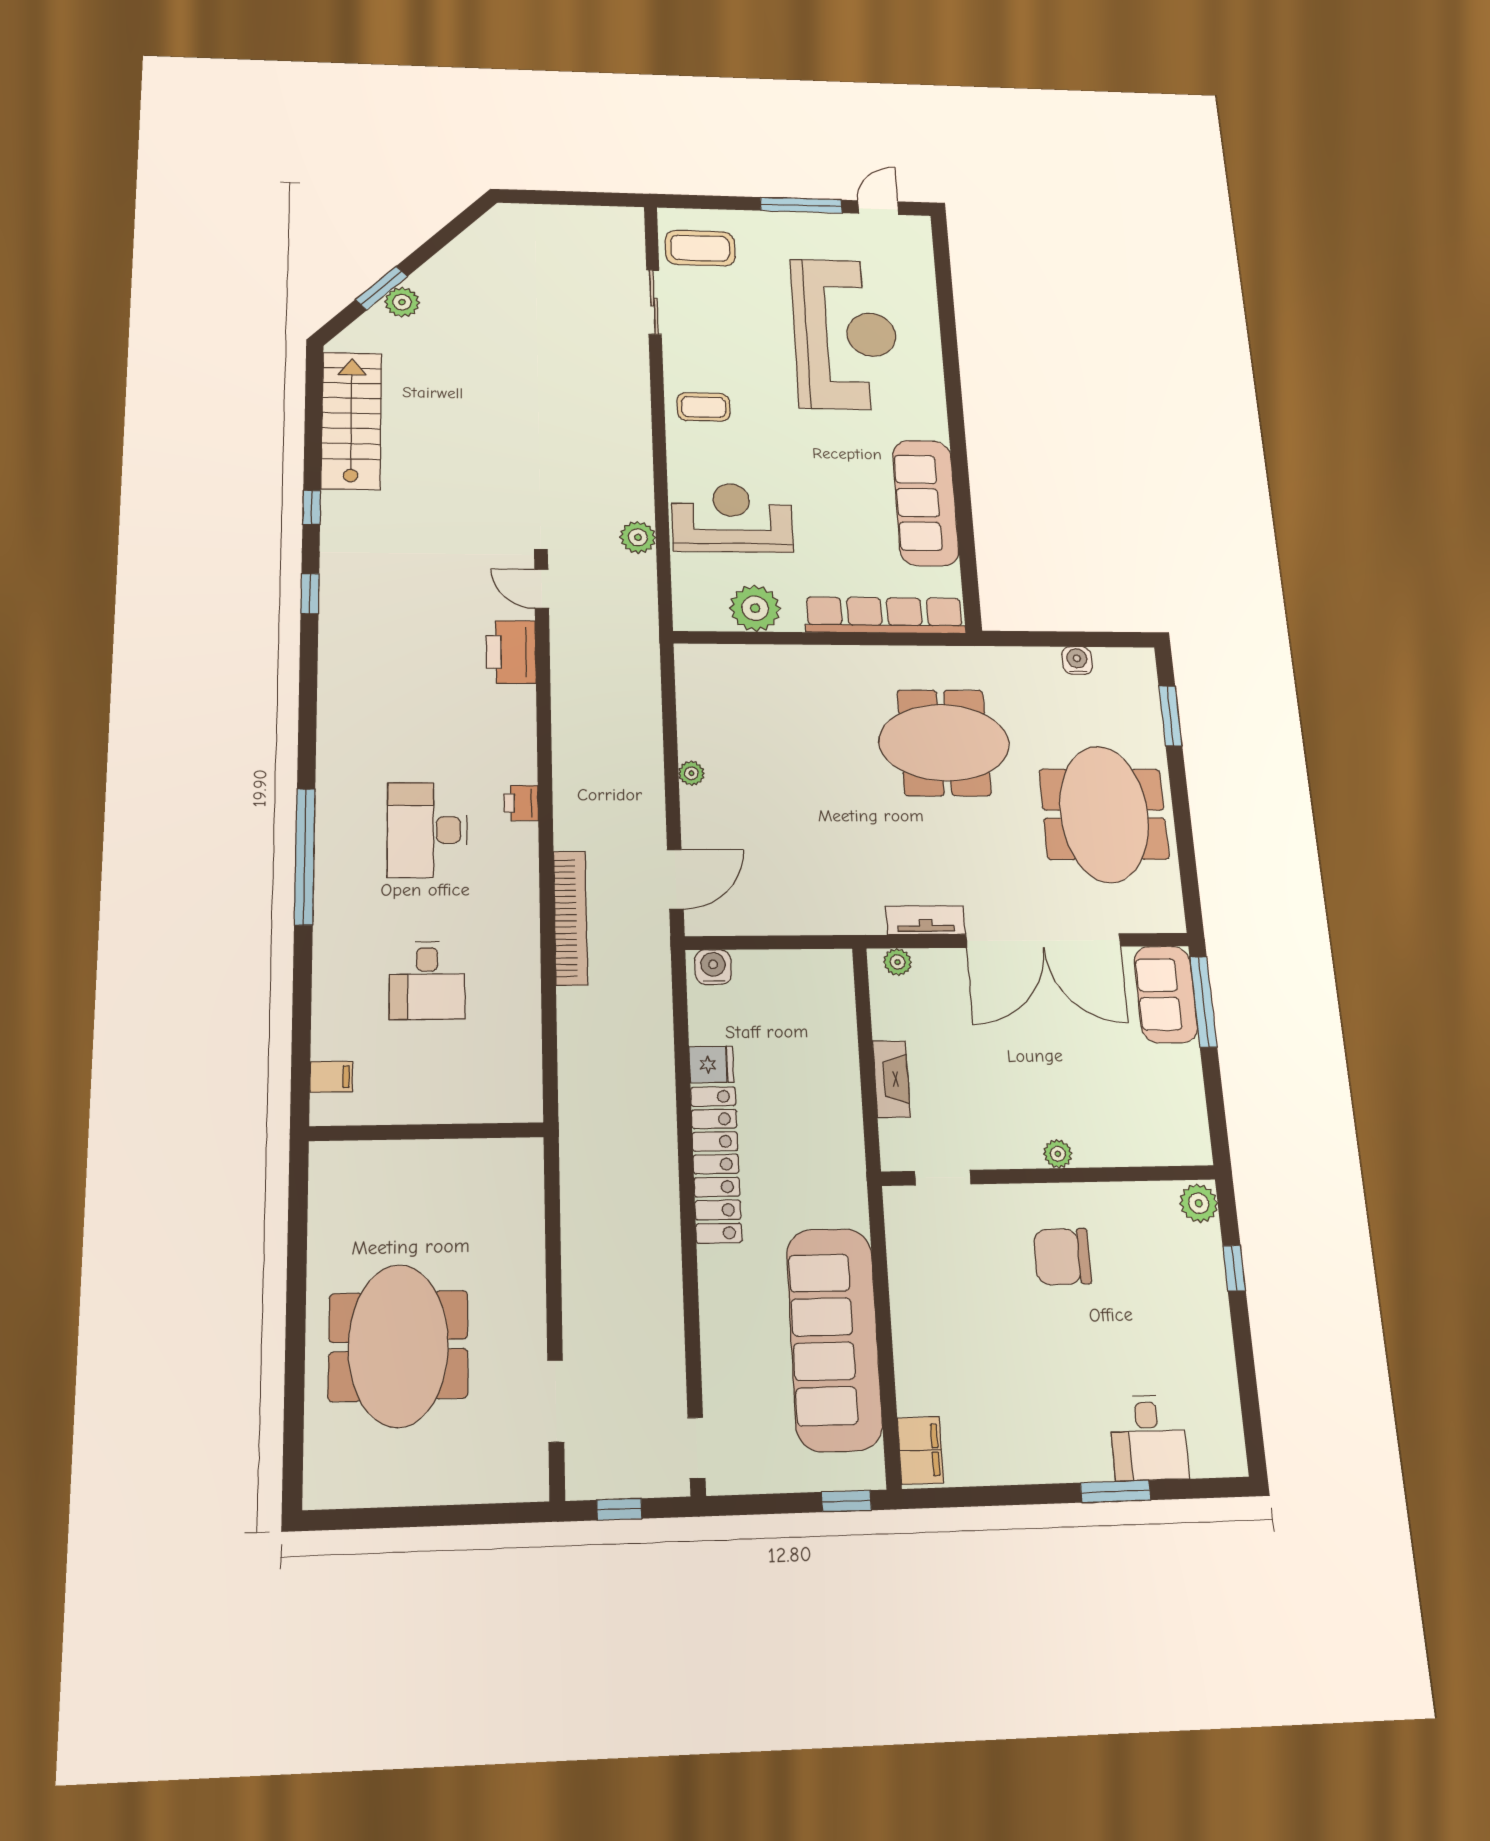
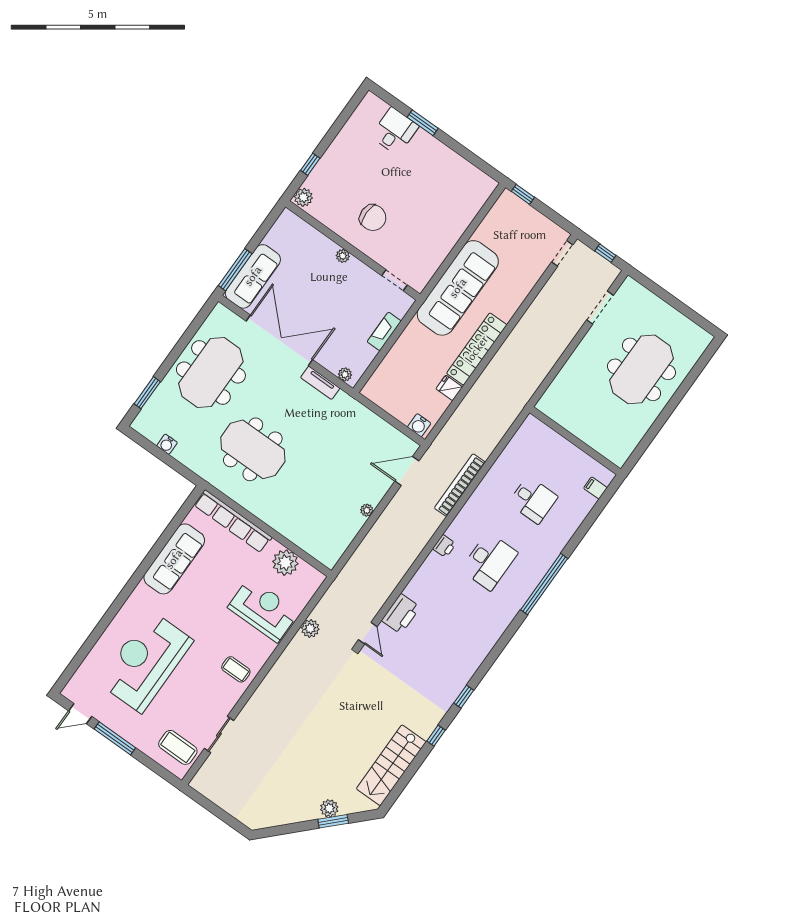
reception desk: (732, 518) -> (263, 610), turned 180
desk: (427, 980) -> (533, 500), turned 90
sofa: (1166, 994) -> (253, 276), width x1.36
sofa: (834, 1339) -> (458, 288), moved
filing cabinet: (920, 1450) -> (482, 191), removed

